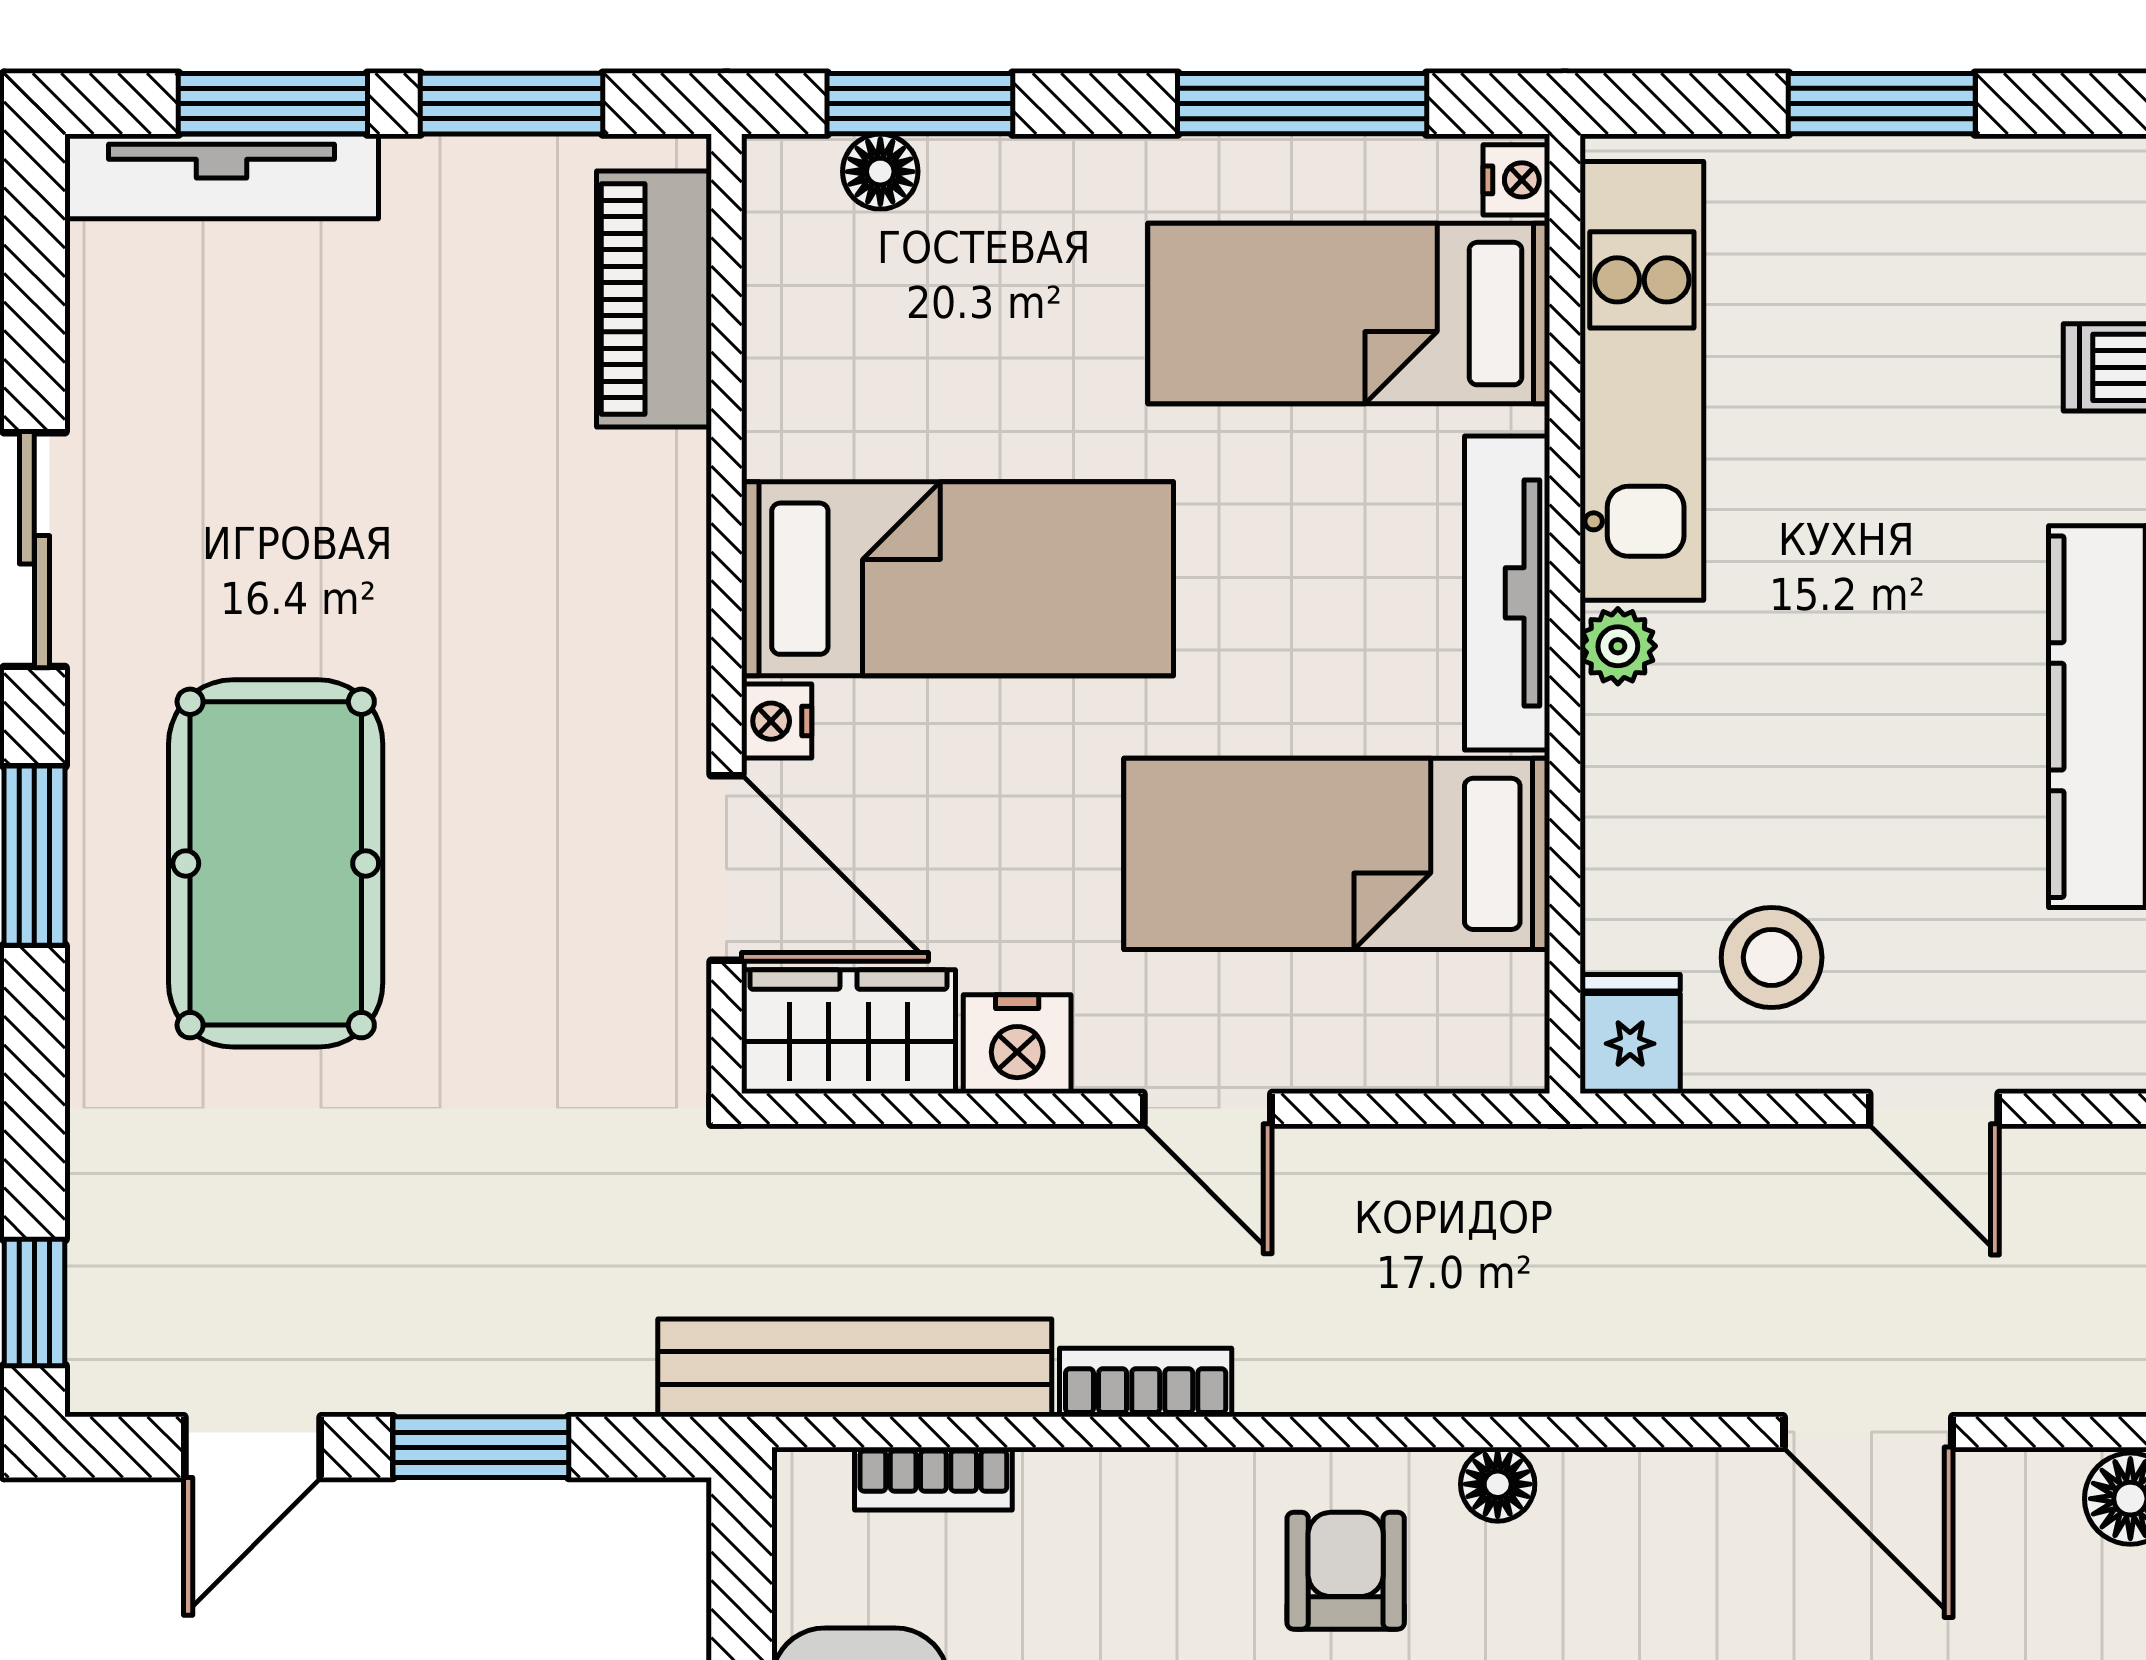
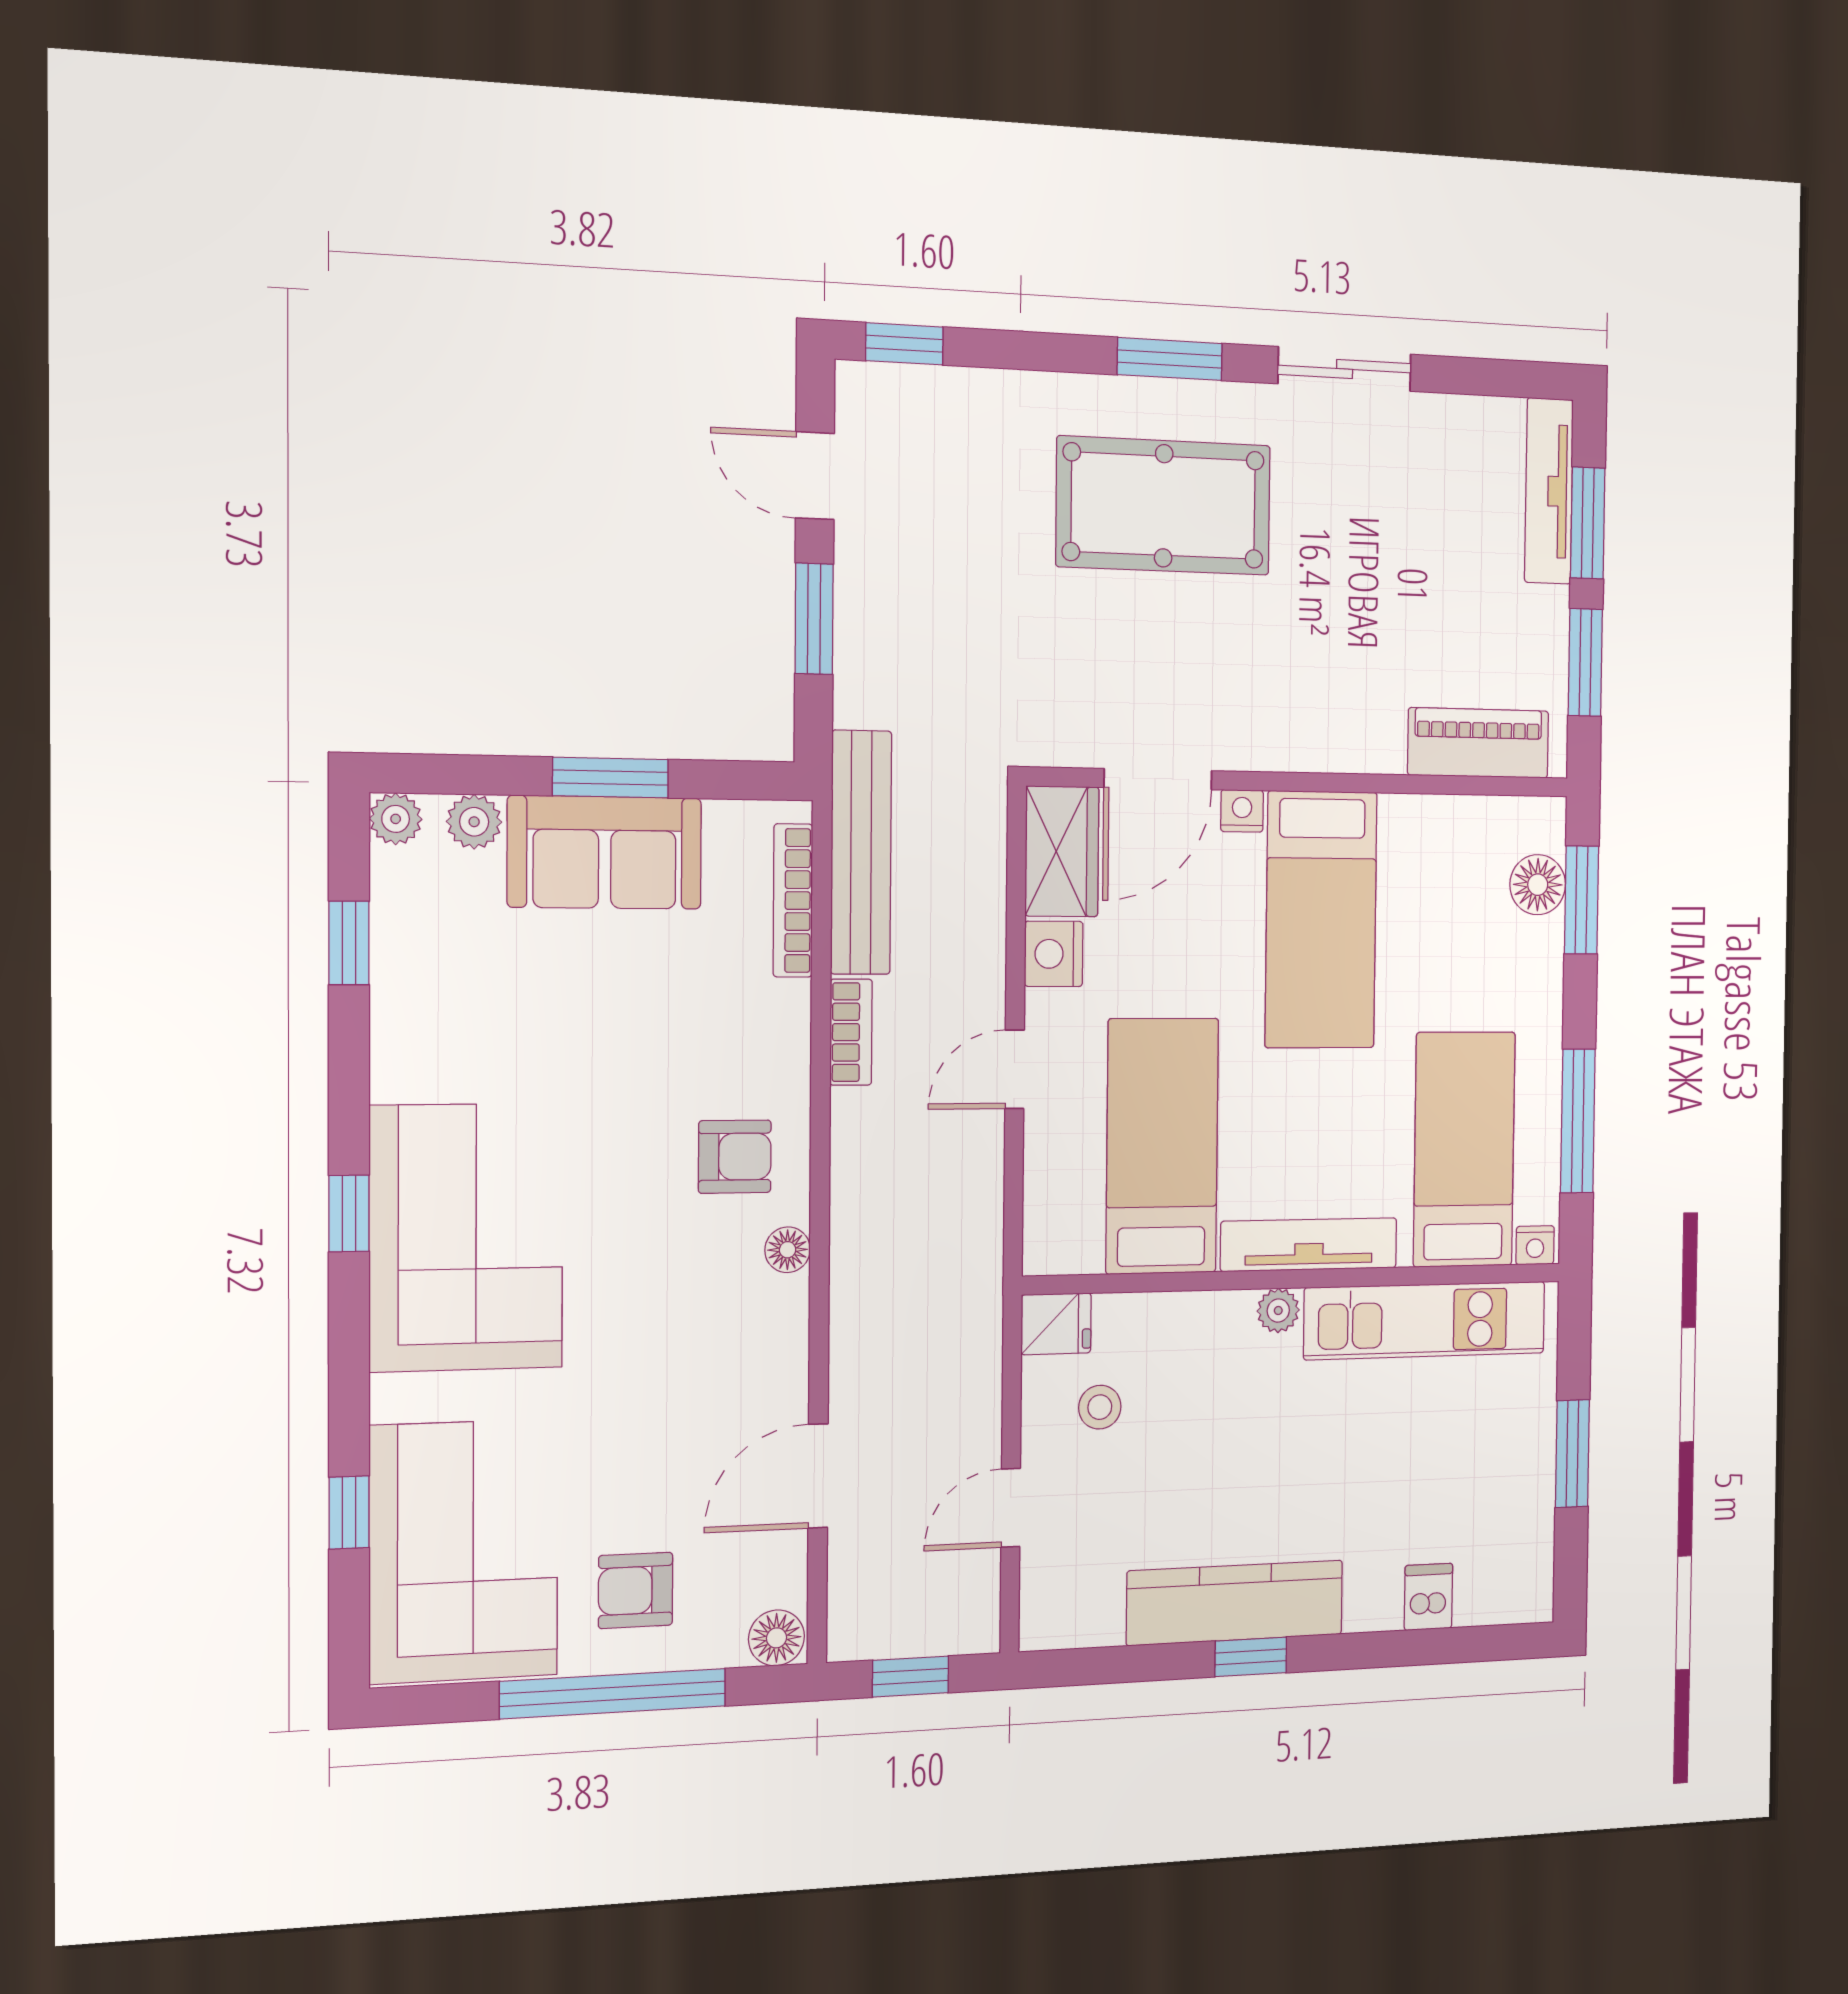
floor lamp: (880, 172) -> (1538, 885), width x1.37, depth x1.37
stool: (1772, 957) -> (1100, 1407), width x0.73, depth x0.73
bookcase: (933, 1479) -> (793, 901), width x1.56

